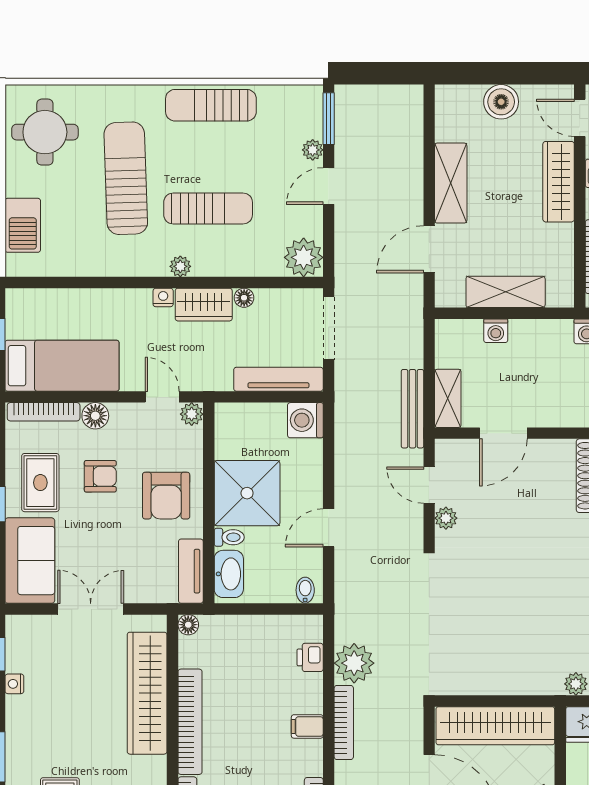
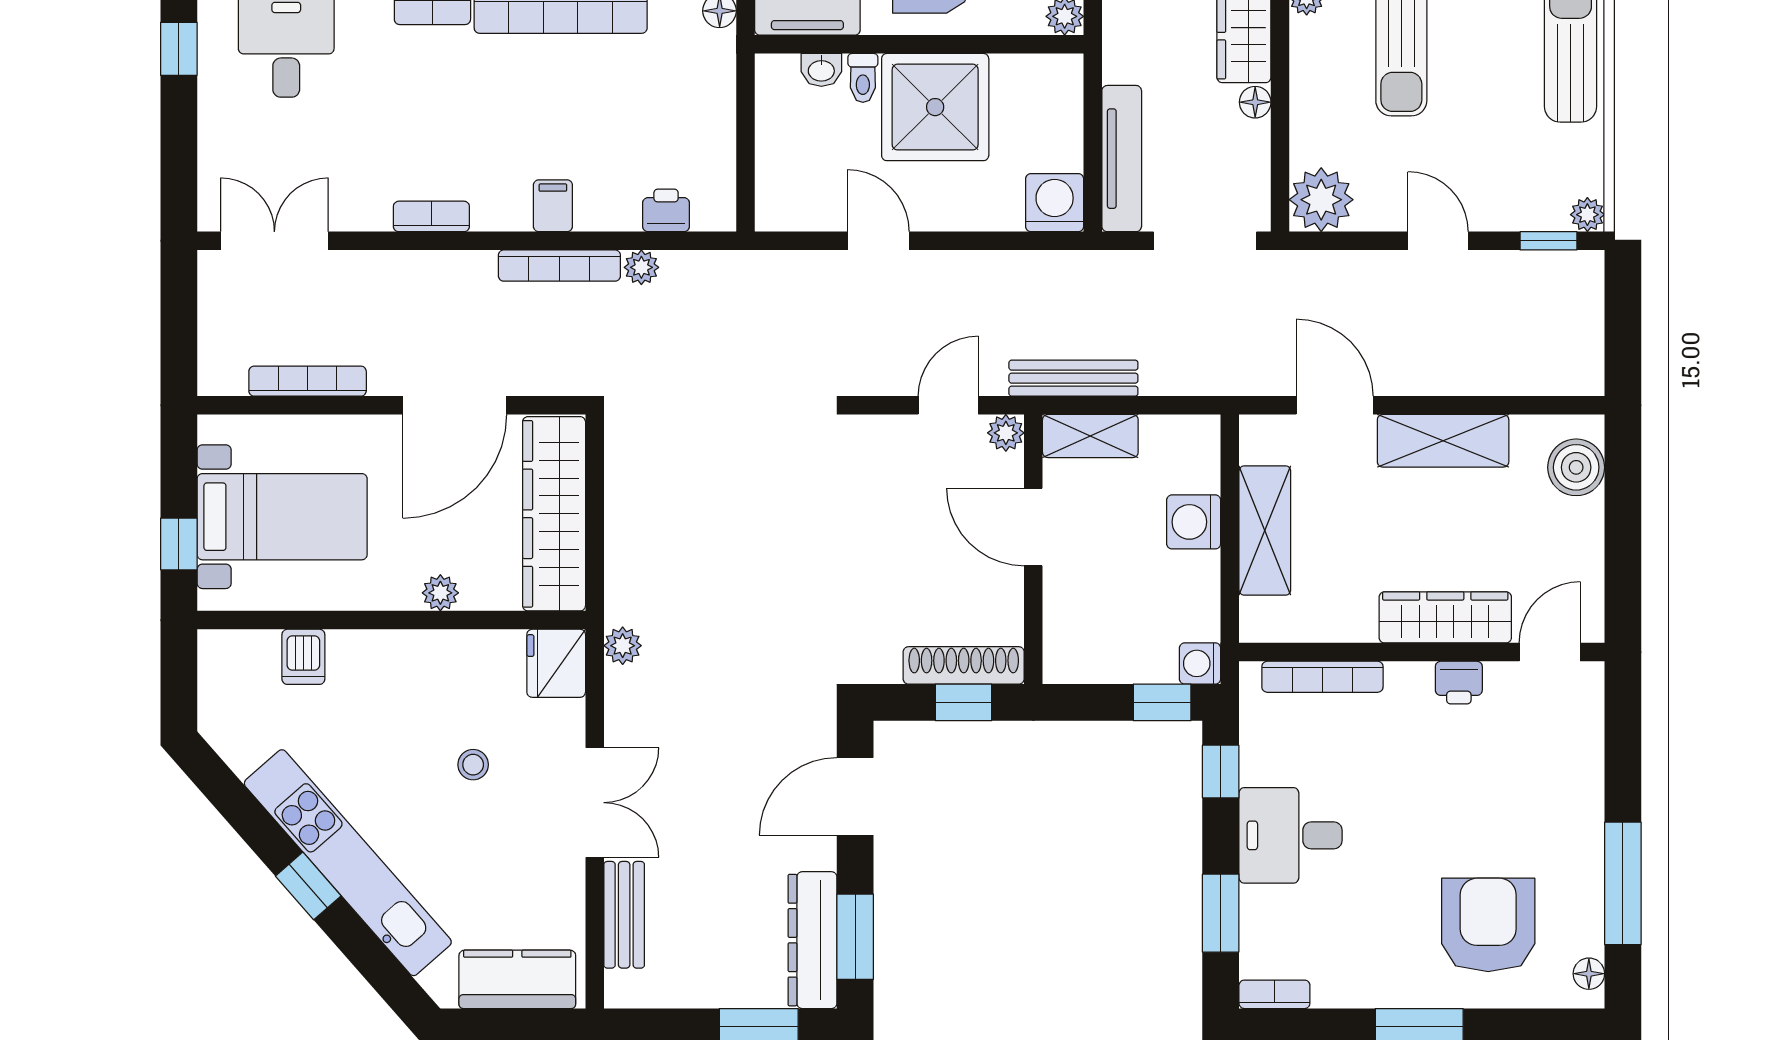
boiler: (501, 102) -> (1576, 467), moved
window: (329, 119) -> (1549, 241), width x0.67
plant: (313, 150) -> (1587, 215), moved
washing machine: (496, 331) -> (1194, 522), width x1.38, depth x1.38
plant: (446, 518) -> (1006, 433), moved
washbasin: (229, 574) -> (821, 70), width x0.52, depth x0.69
bidet: (305, 590) -> (776, 202), removed
plant: (354, 663) -> (641, 267), width x0.53, depth x0.53

